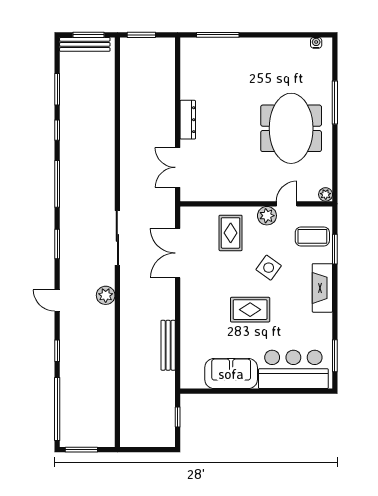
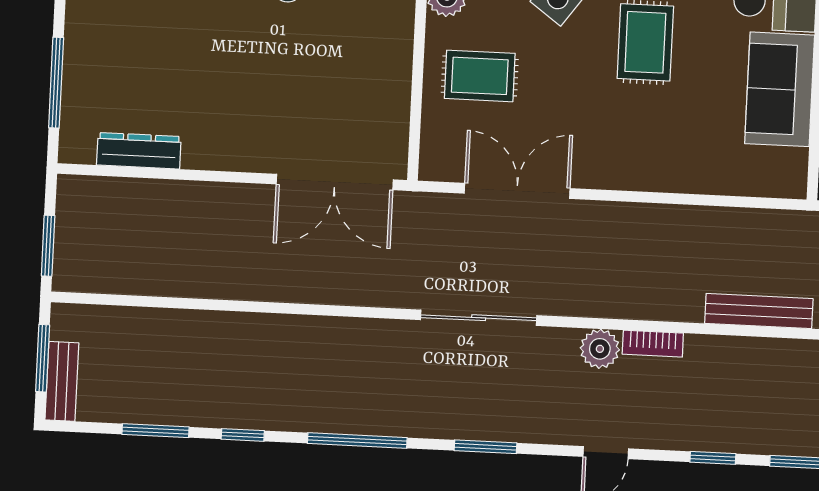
bench: (85, 44) -> (62, 381), width x0.73
dresser: (188, 120) -> (139, 151), moved
double door: (178, 167) -> (335, 182), width x1.37
double door: (178, 253) -> (517, 191), swing flipped
bookcase: (109, 320) -> (653, 344), added
bench: (168, 345) -> (759, 311), moved

